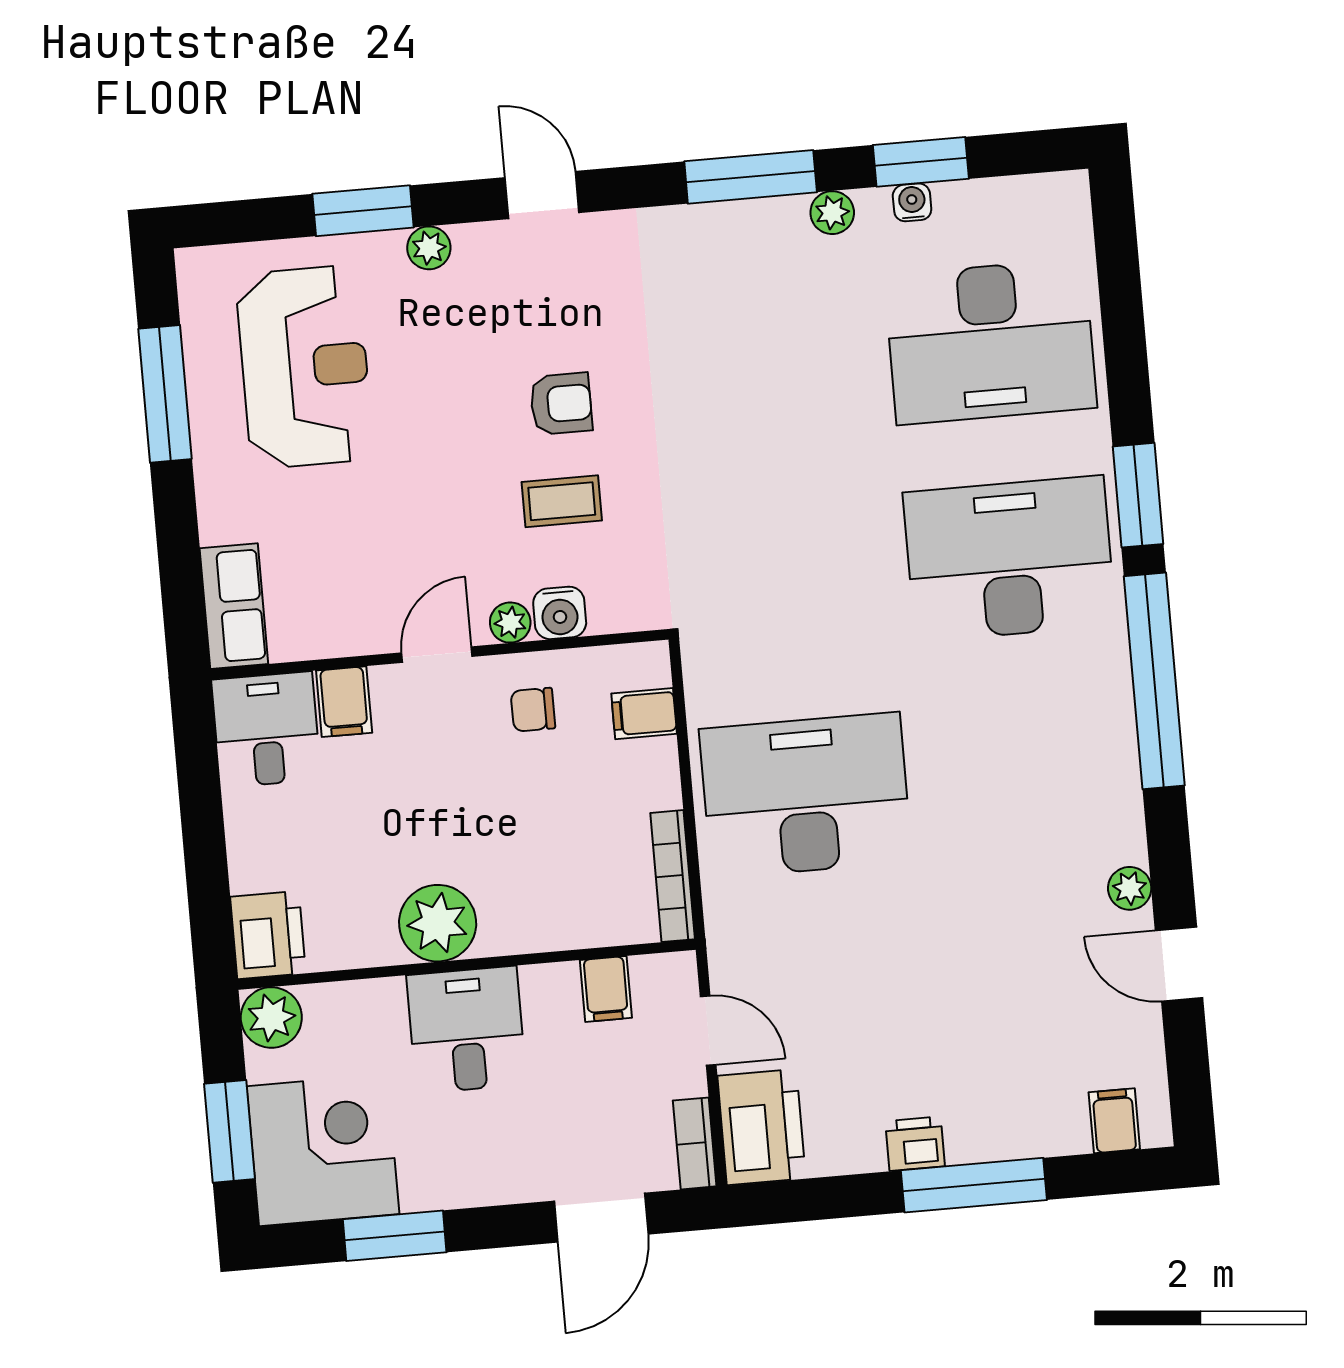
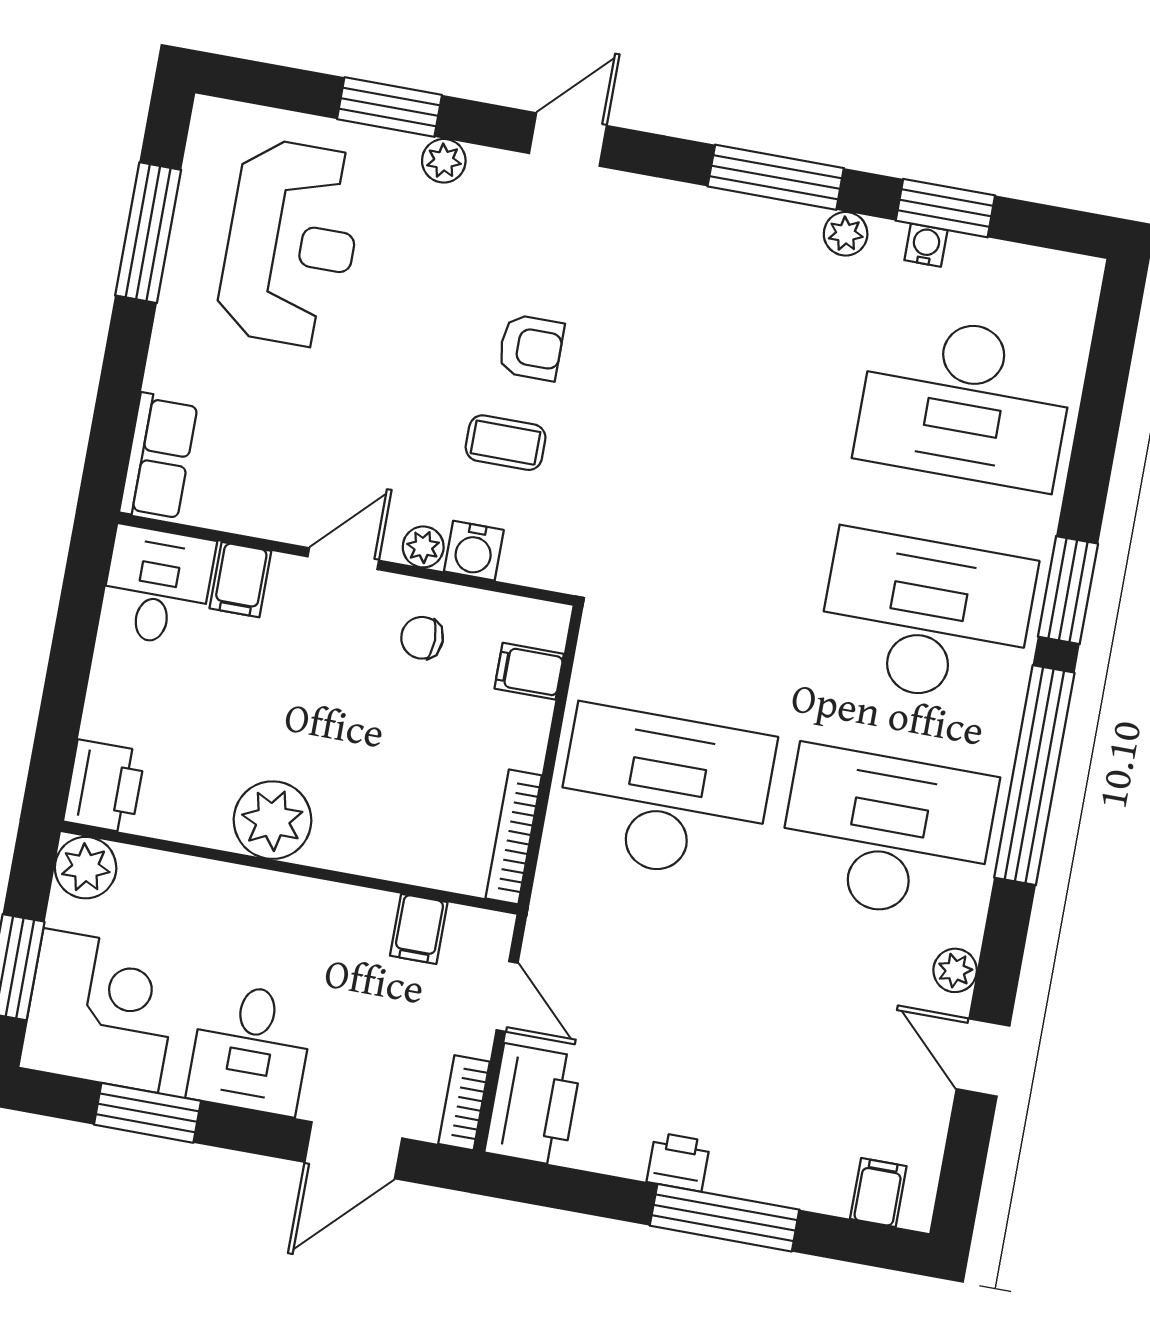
door: (542, 195) -> (568, 139), hinge flipped
desk: (1028, 776) -> (887, 834), added
desk: (466, 1030) -> (251, 1049), moved, turned 180

